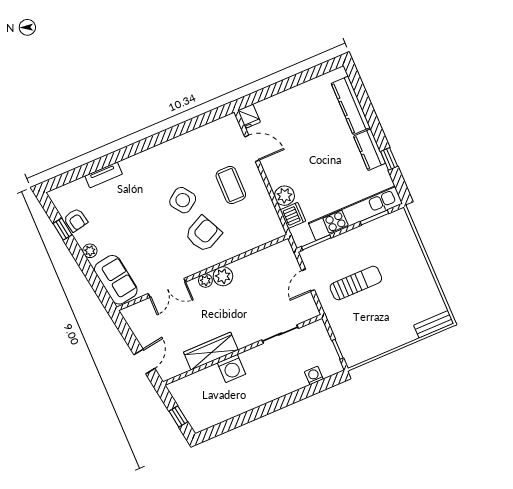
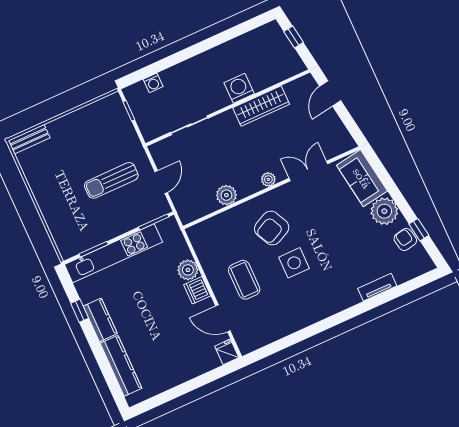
side table: (183, 200) -> (294, 263), turned 36
dishwasher: (293, 215) -> (197, 290), moved
plant: (90, 251) -> (384, 211), width x1.88, depth x1.88
plant: (223, 276) -> (226, 195), moved

